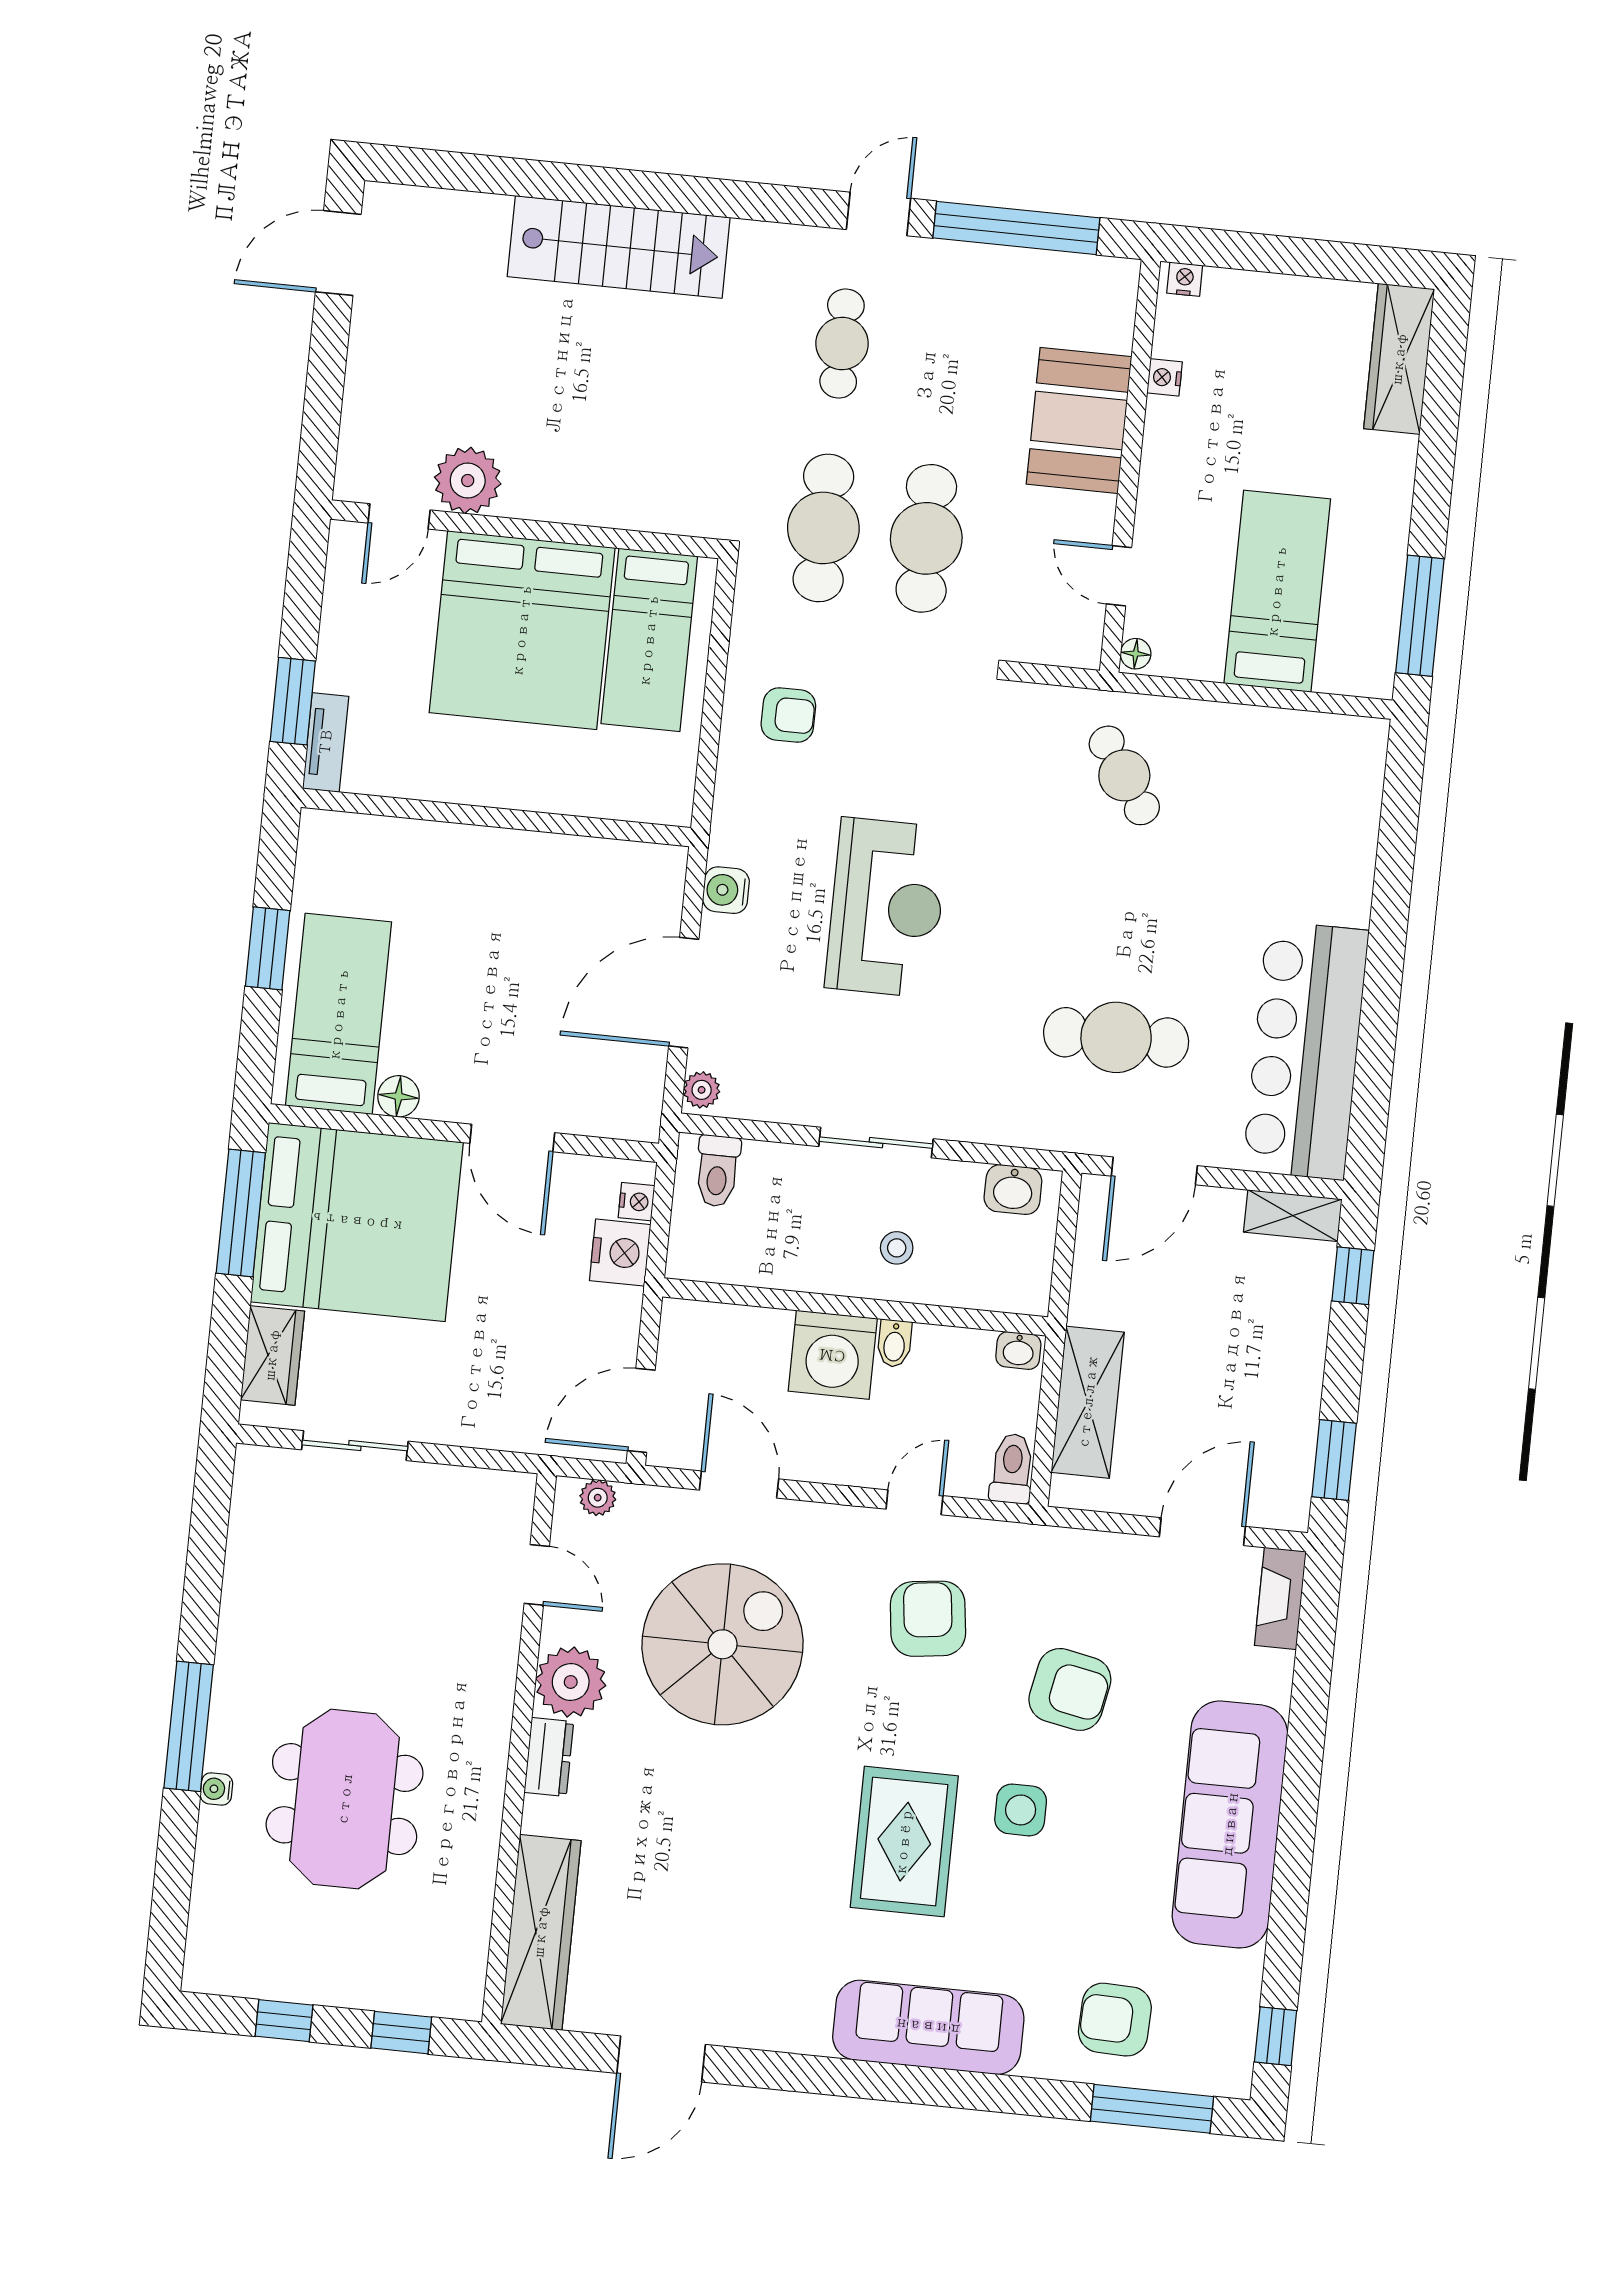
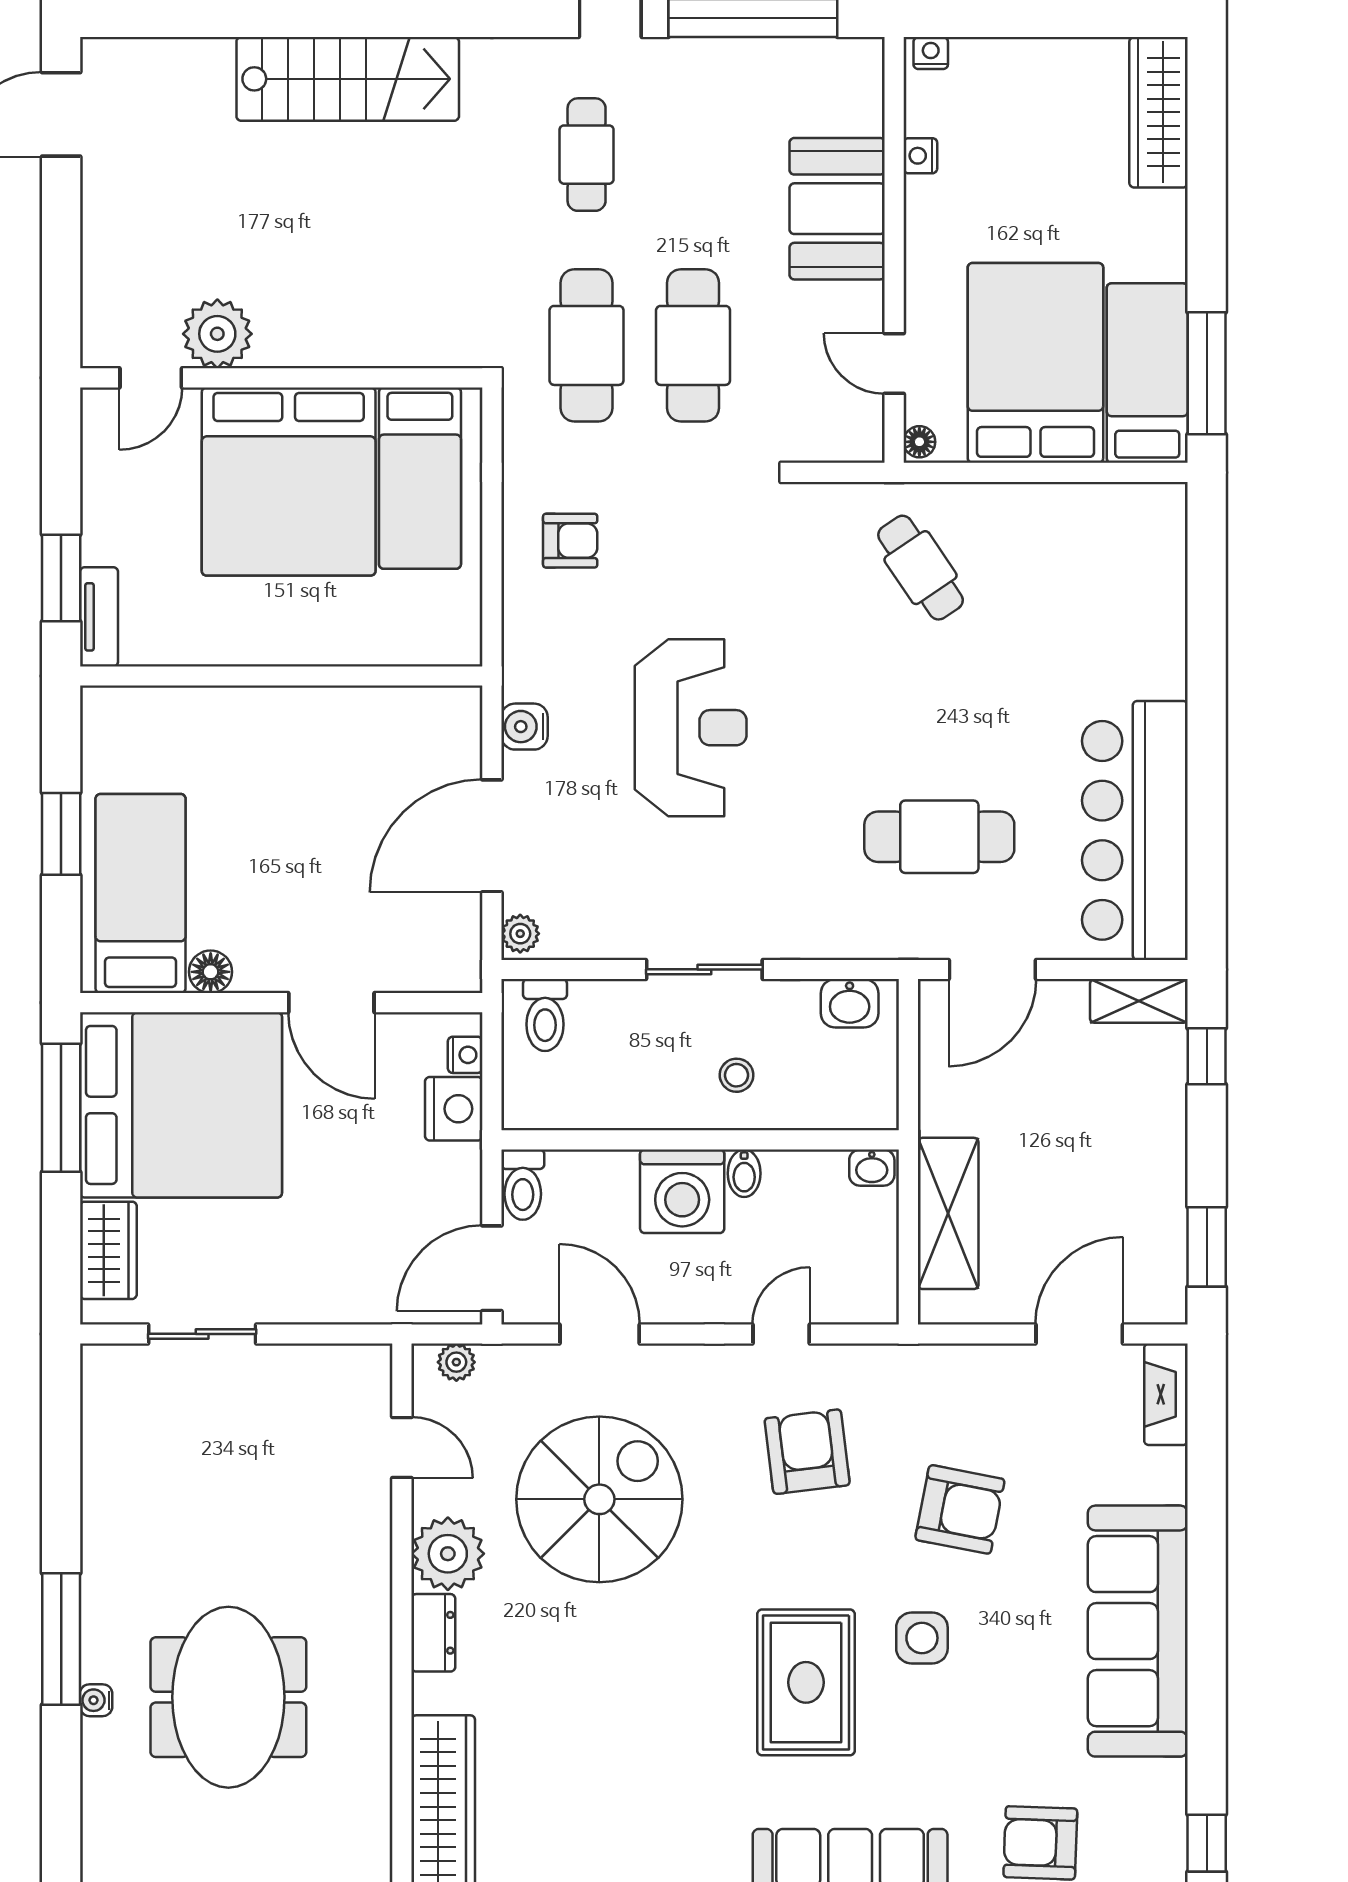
bed: (1277, 591) -> (1035, 363), width x1.50
bed: (1362, 610) -> (1147, 373), added
toilet: (1012, 1469) -> (523, 1185), moved, turned 180

